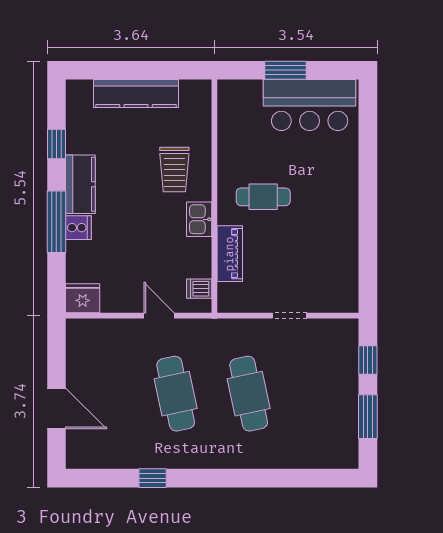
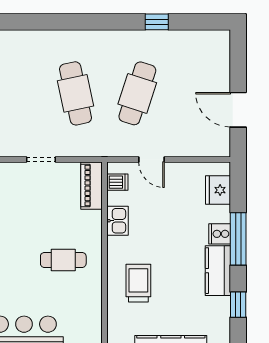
kitchen sink: (199, 219) -> (117, 221), moved
piano: (230, 254) -> (92, 186), moved
fridge: (83, 298) -> (218, 190), moved, turned 90
cafe table: (176, 394) -> (137, 93), turned 30
door: (56, 409) -> (238, 110), moved

